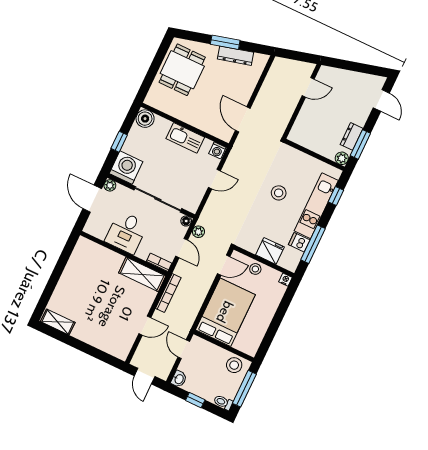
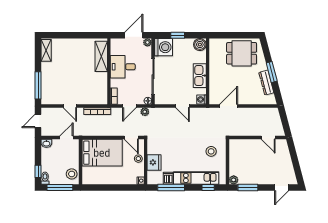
dresser: (352, 136) -> (250, 179), removed
stool: (279, 193) -> (211, 151), moved
shelving: (142, 274) -> (101, 56), moved
window: (98, 354) -> (38, 85), added
window: (195, 400) -> (38, 171), moved

